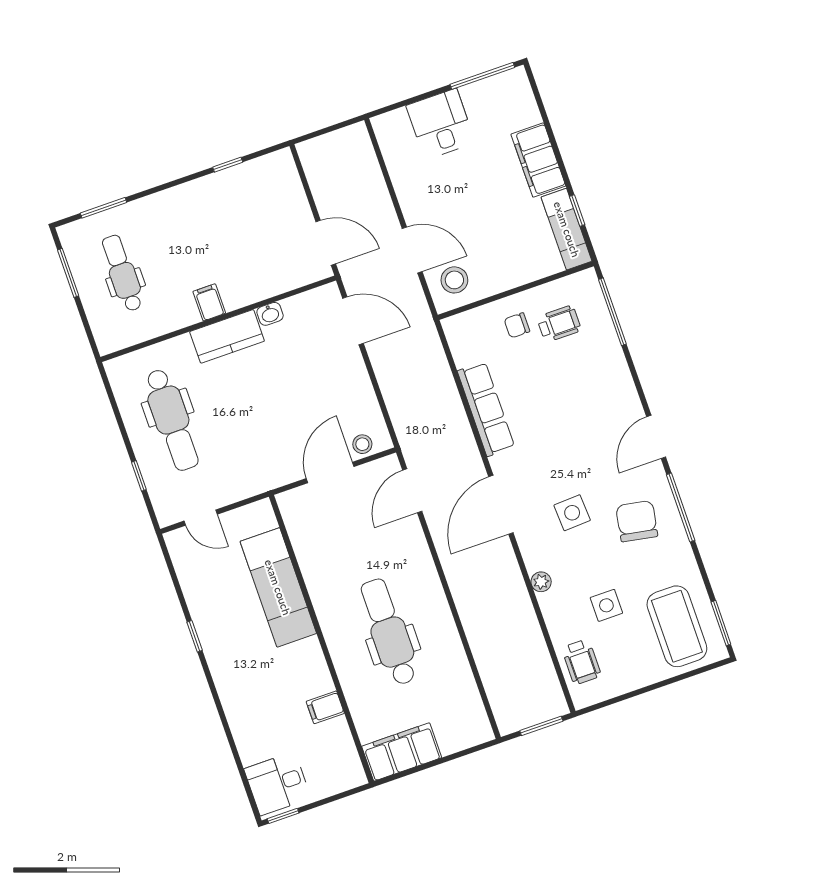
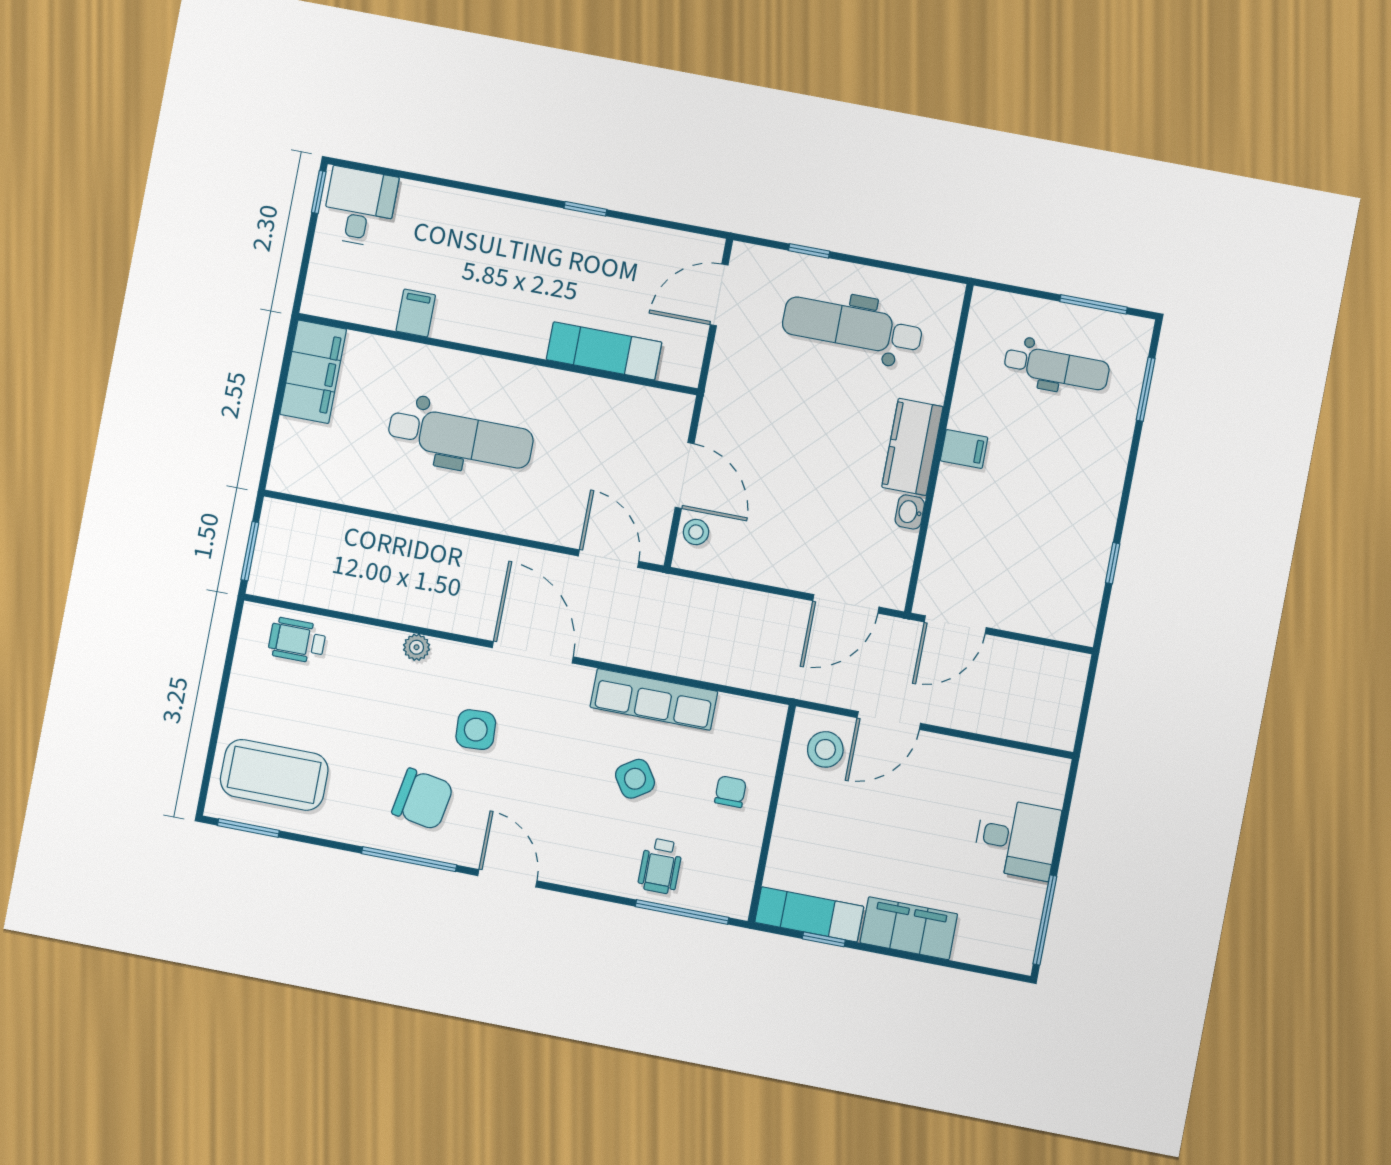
wheelchair: (559, 324) -> (660, 866), moved
door: (201, 518) -> (719, 295), width x1.37
exam couch: (278, 587) -> (604, 351), width x0.73, depth x0.69
side table: (606, 605) -> (635, 779), moved, turned -33

